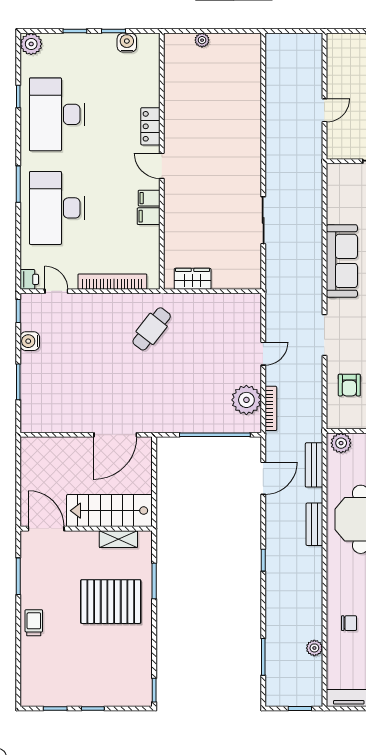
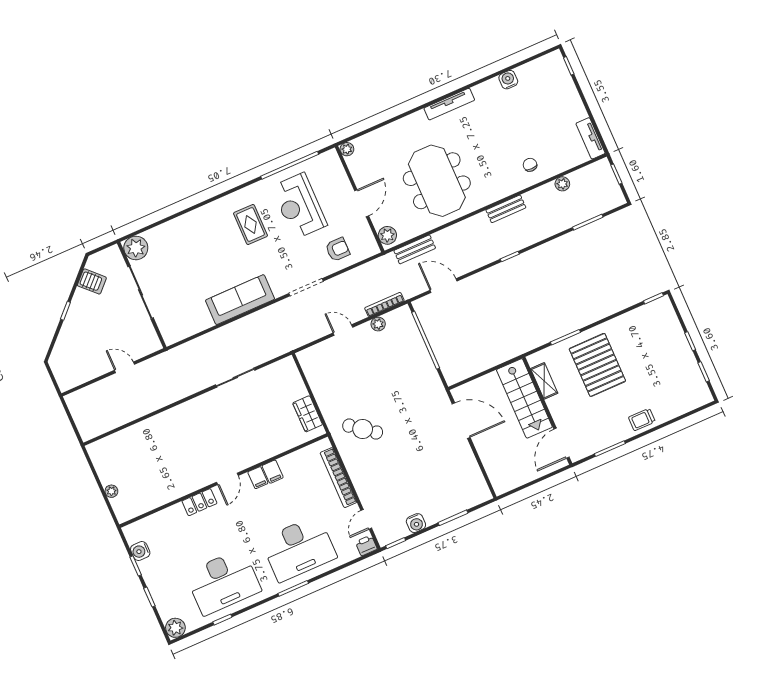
plant: (246, 400) -> (378, 324), width x0.53, depth x0.53
bench: (314, 524) -> (506, 209), moved

